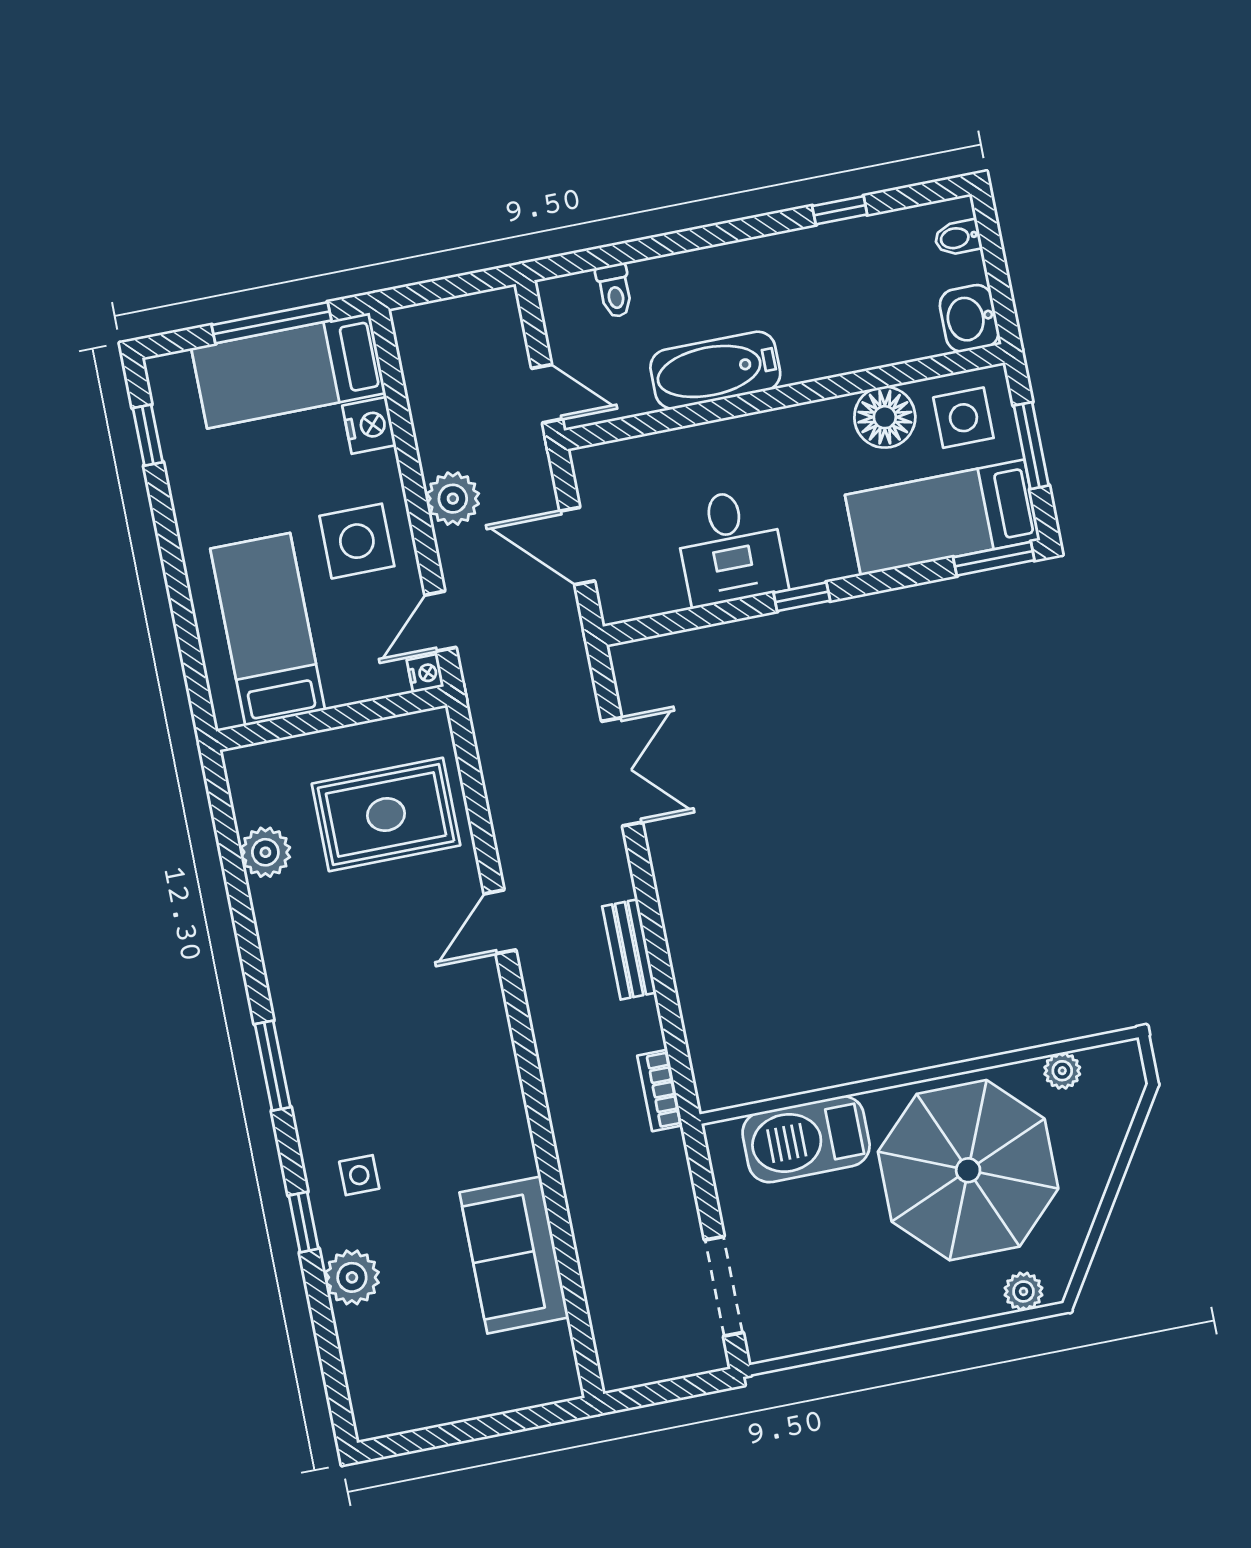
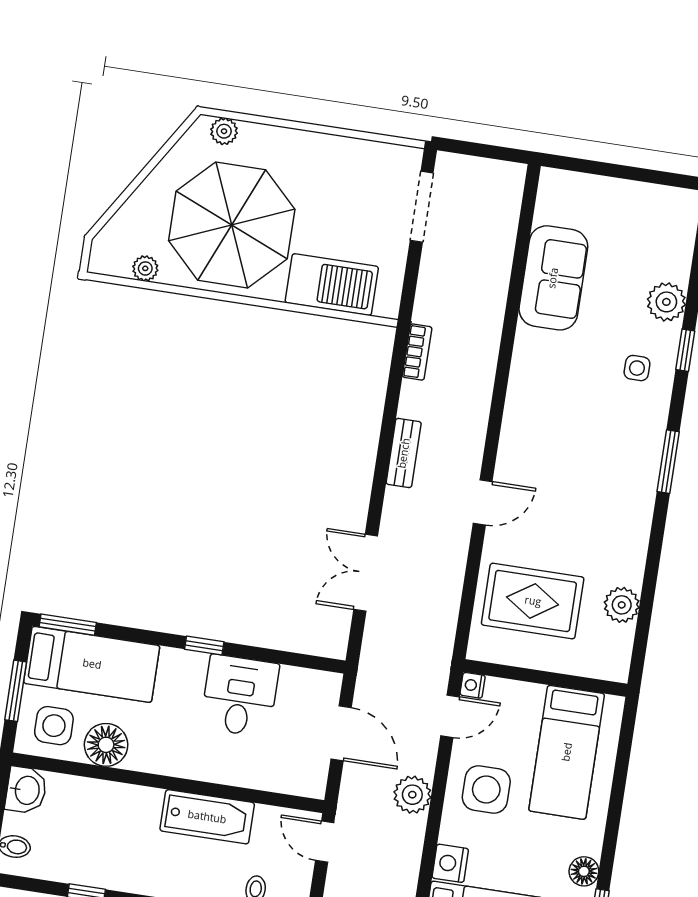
floor lamp: (187, 479) -> (584, 871), added

